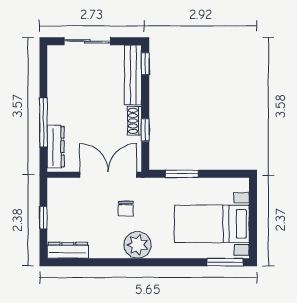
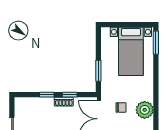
window: (145, 63) -> (47, 95), moved
bench: (133, 75) -> (34, 103), removed
plant: (138, 245) -> (145, 110), moved

